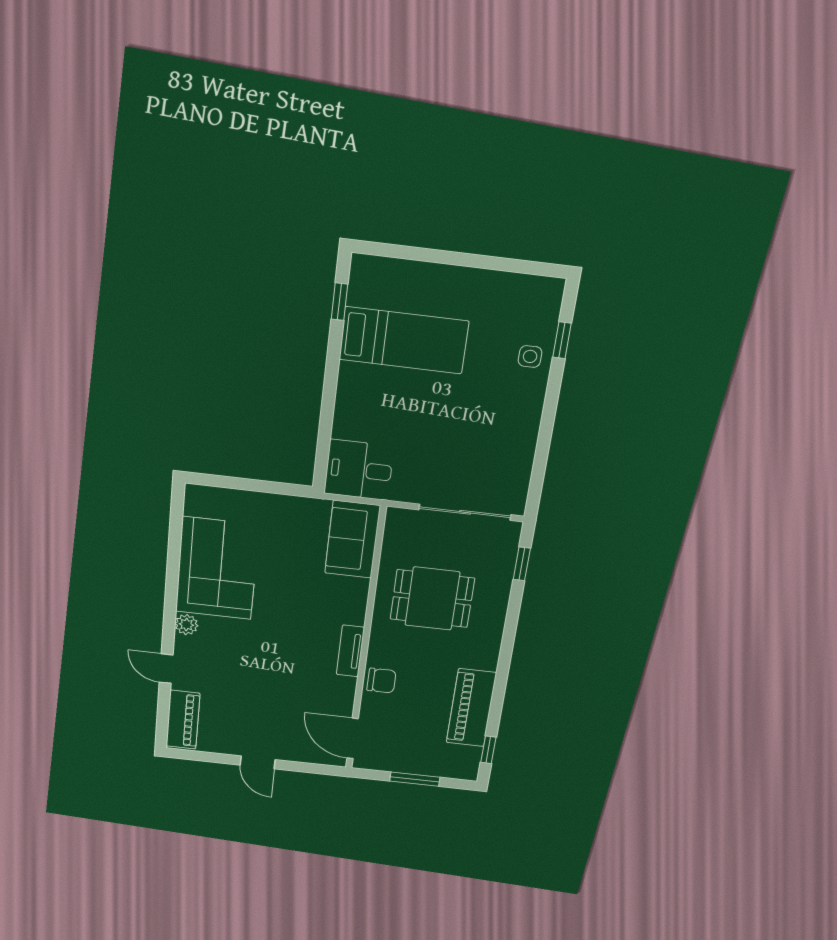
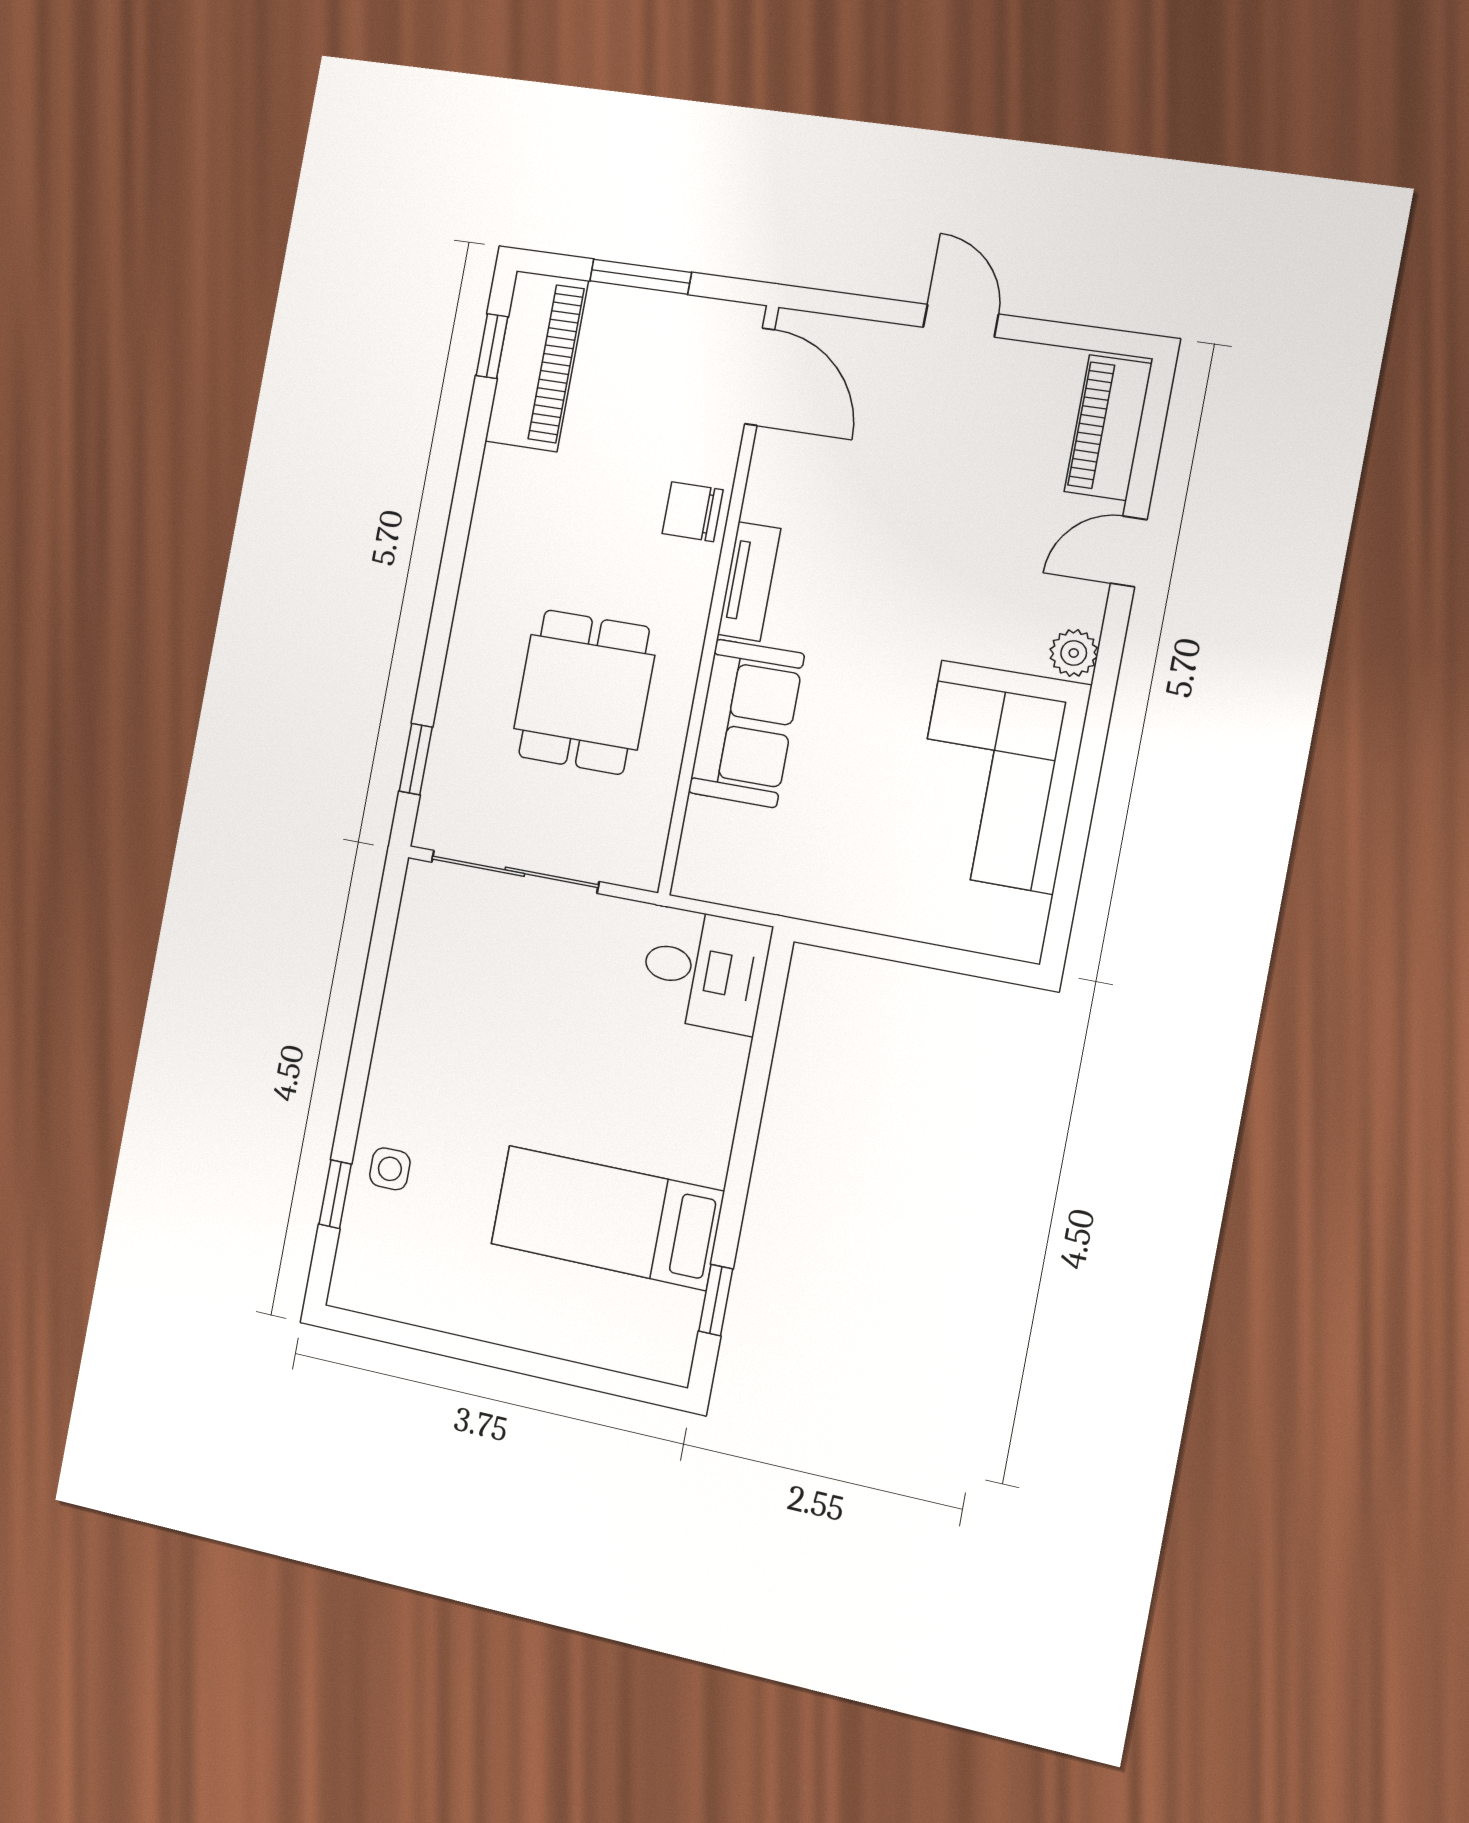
sofa: (352, 539) -> (746, 723), moved
dining table: (432, 599) -> (584, 692), turned 90
door: (166, 669) -> (1129, 552), swing flipped
piano: (471, 708) -> (537, 361), moved

